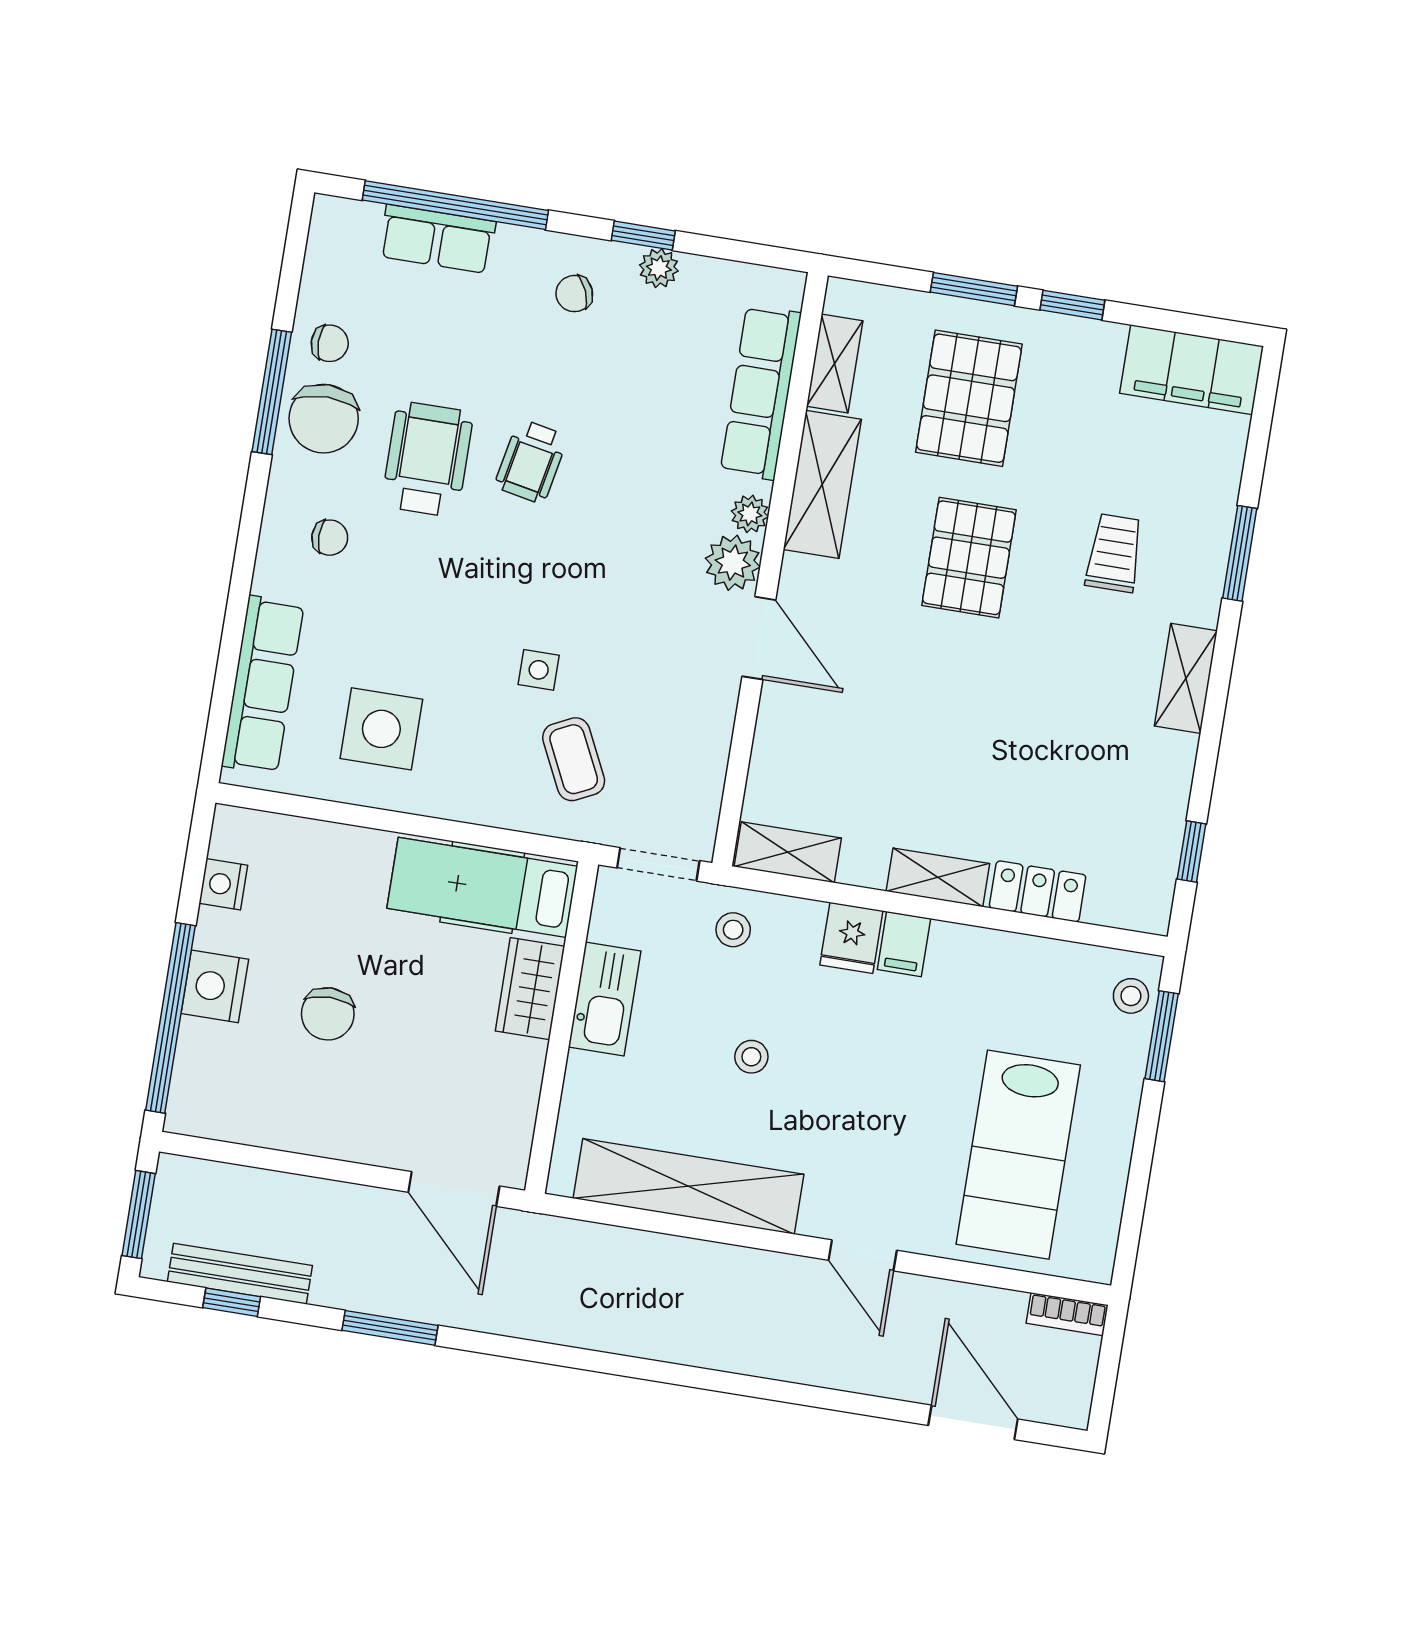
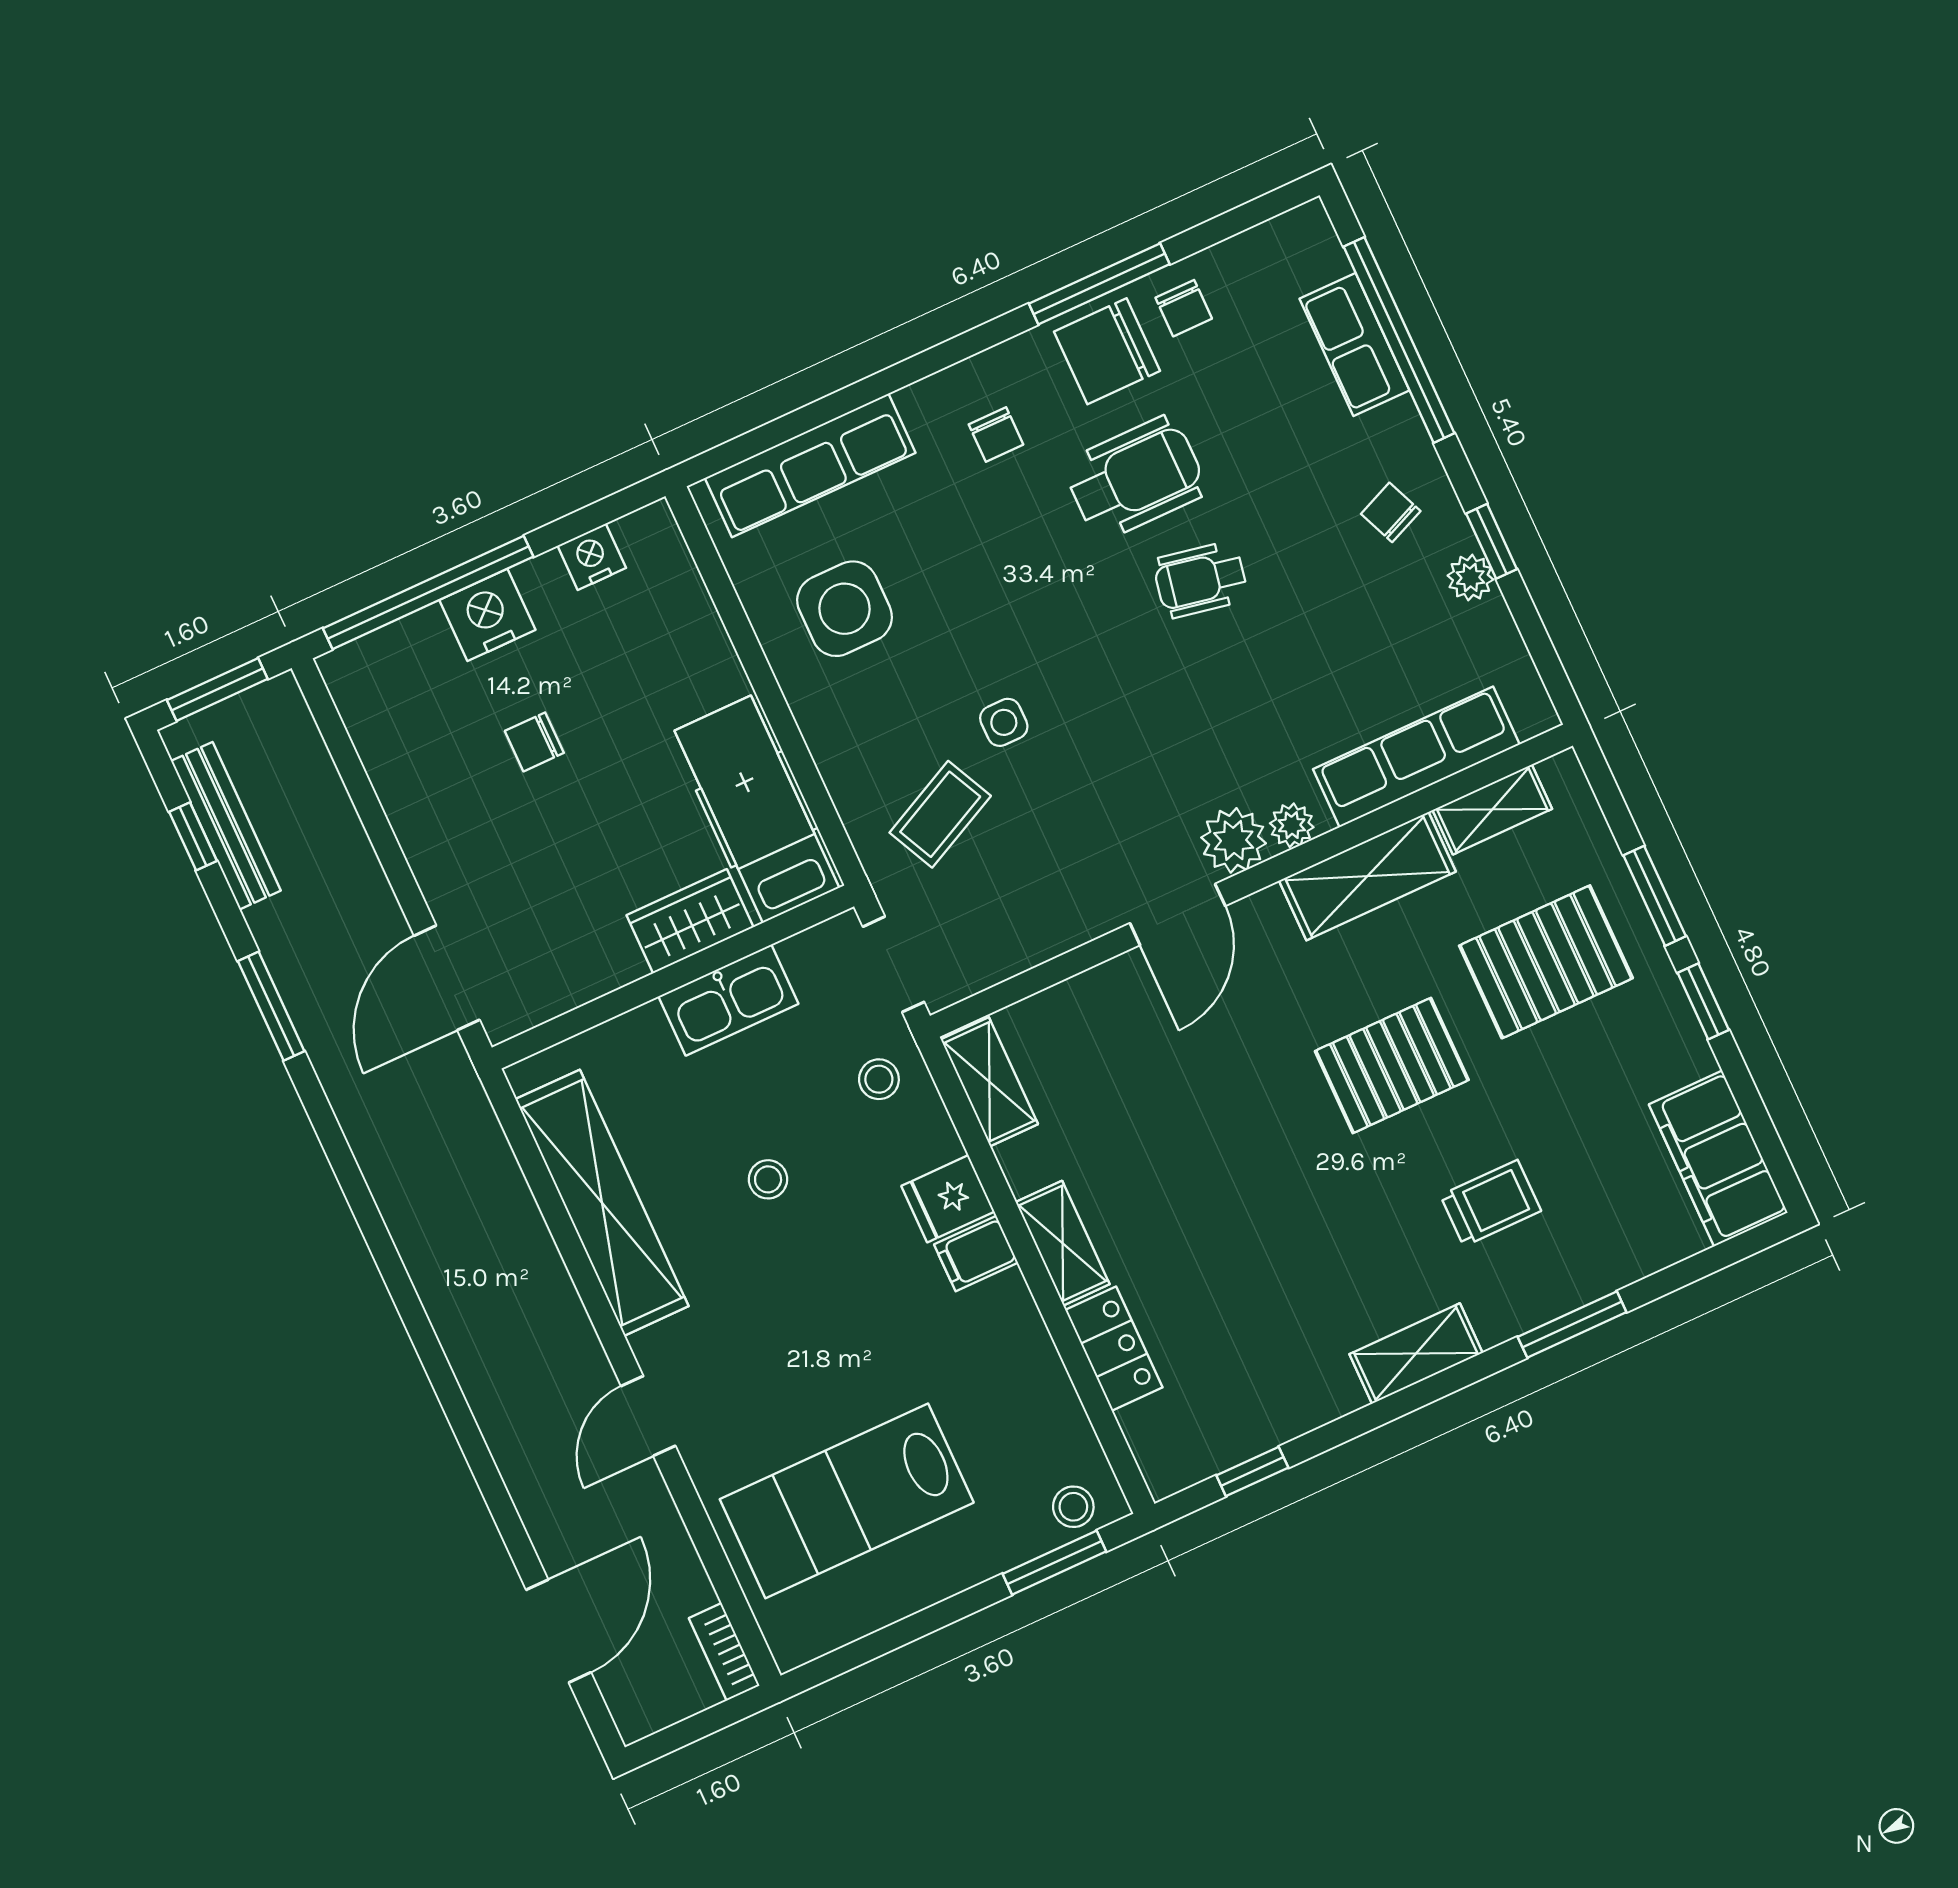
chair: (328, 1014) -> (534, 742), width x0.73, depth x0.73

